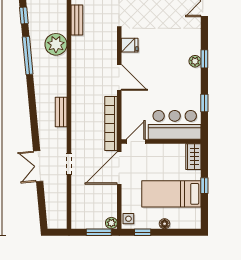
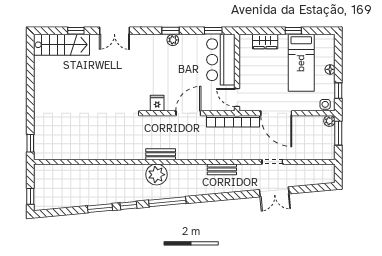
bench: (77, 20) -> (161, 154), moved
bar counter: (175, 125) -> (221, 60), moved
door: (136, 142) -> (237, 97), moved
wall: (161, 142) -> (237, 73), moved

